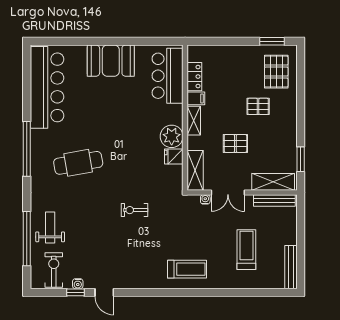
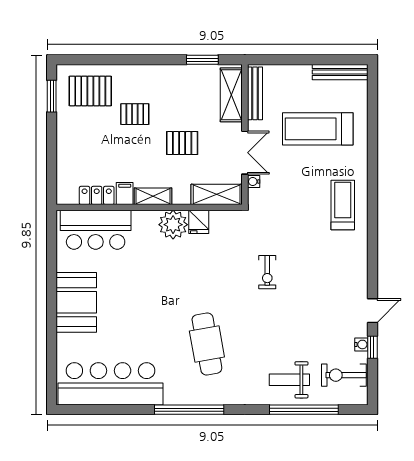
pallet: (258, 106) -> (135, 114), turned 90
pallet: (235, 143) -> (182, 143), turned 90
treadmill: (246, 250) -> (318, 129), width x1.37, depth x1.38

